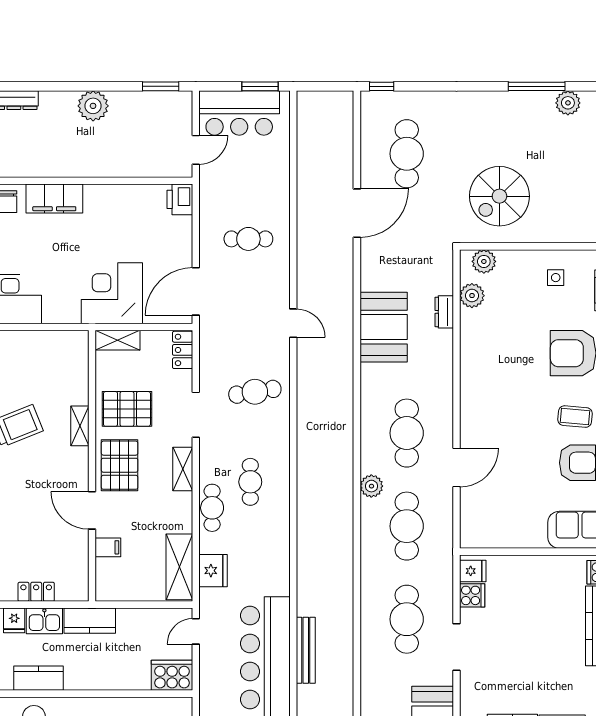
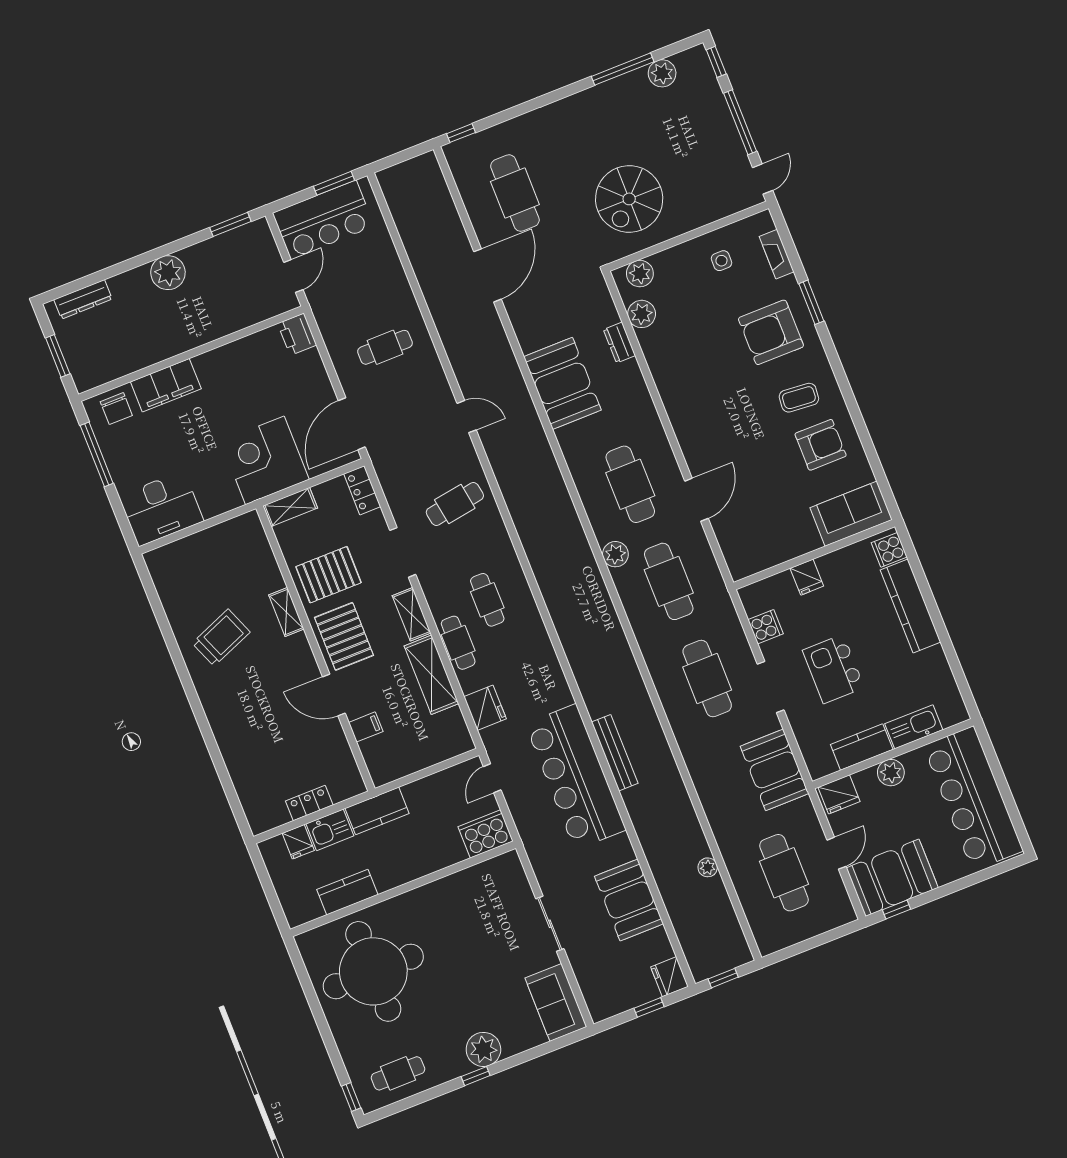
shelving: (179, 567) -> (431, 675), moved
fridge: (473, 571) -> (807, 577), moved, turned 90
kitchen island: (514, 653) -> (833, 669), added

